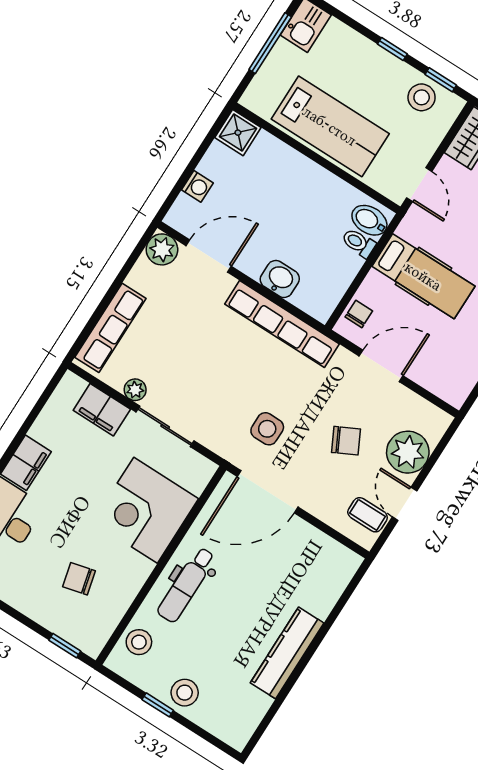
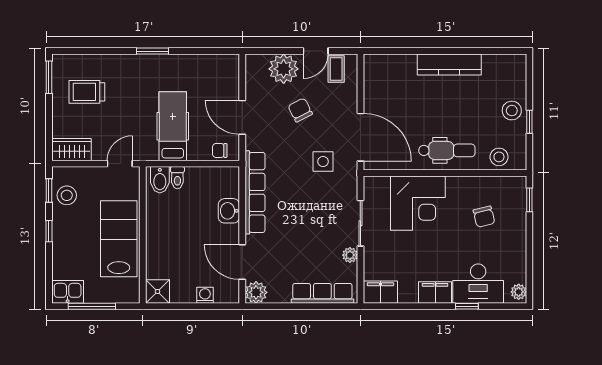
filing cabinet: (102, 410) -> (380, 292), moved, turned -90

